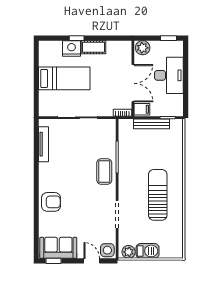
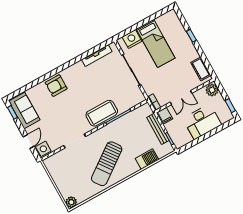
cot: (94, 47) -> (201, 69), moved
nightstand: (71, 48) -> (132, 39), moved, turned -90
double door: (133, 83) -> (181, 98), width x0.73
coffee table: (104, 172) -> (102, 113), width x1.36, depth x1.32
sun lounger: (158, 195) -> (107, 164), turned 144
armchair: (51, 202) -> (56, 86), turned 90
barbecue: (148, 251) -> (147, 159), moved, turned -90
plant: (129, 252) -> (71, 202), moved

